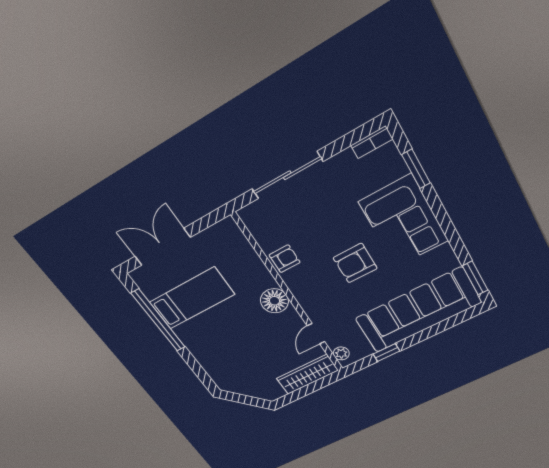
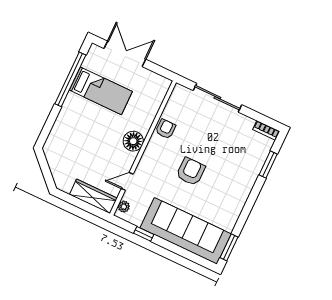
corner sofa: (404, 221) -> (235, 180), removed
armchair: (285, 259) -> (166, 129), turned -90
armchair: (355, 263) -> (191, 171), turned 90

